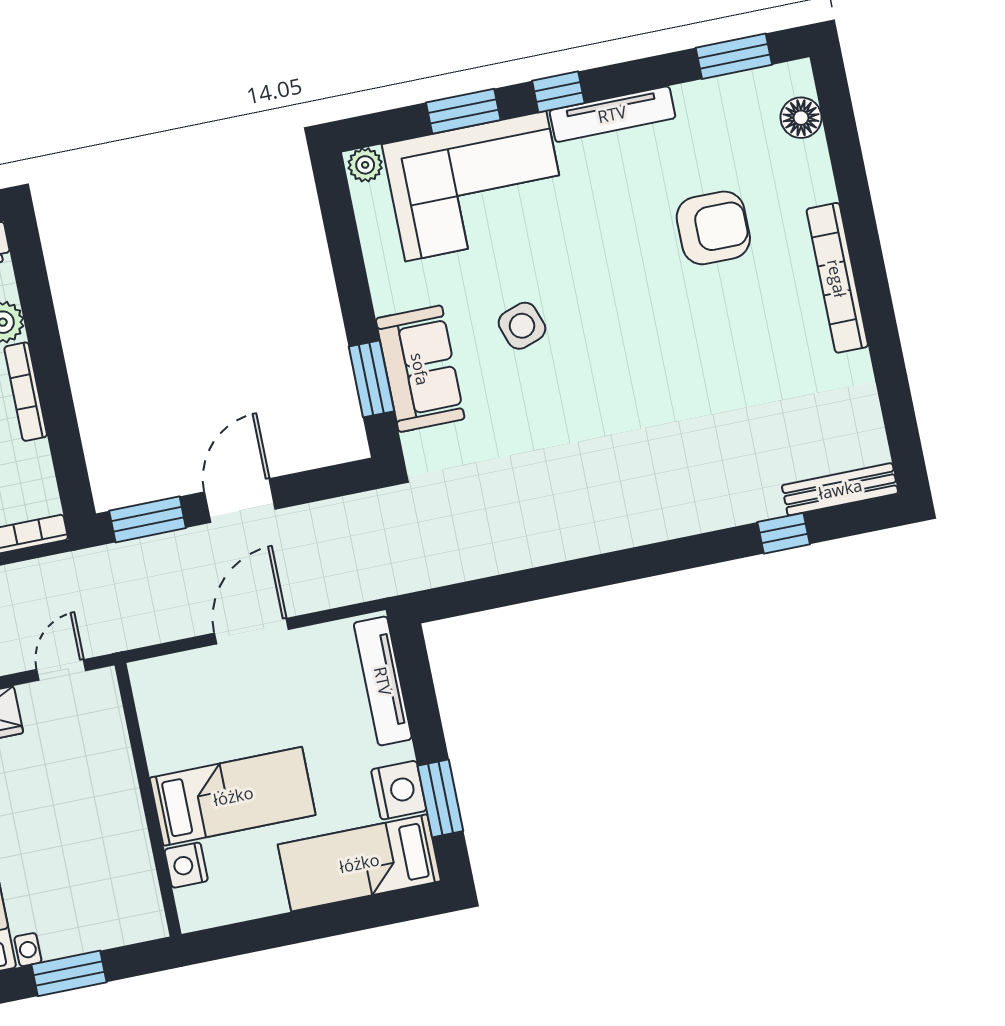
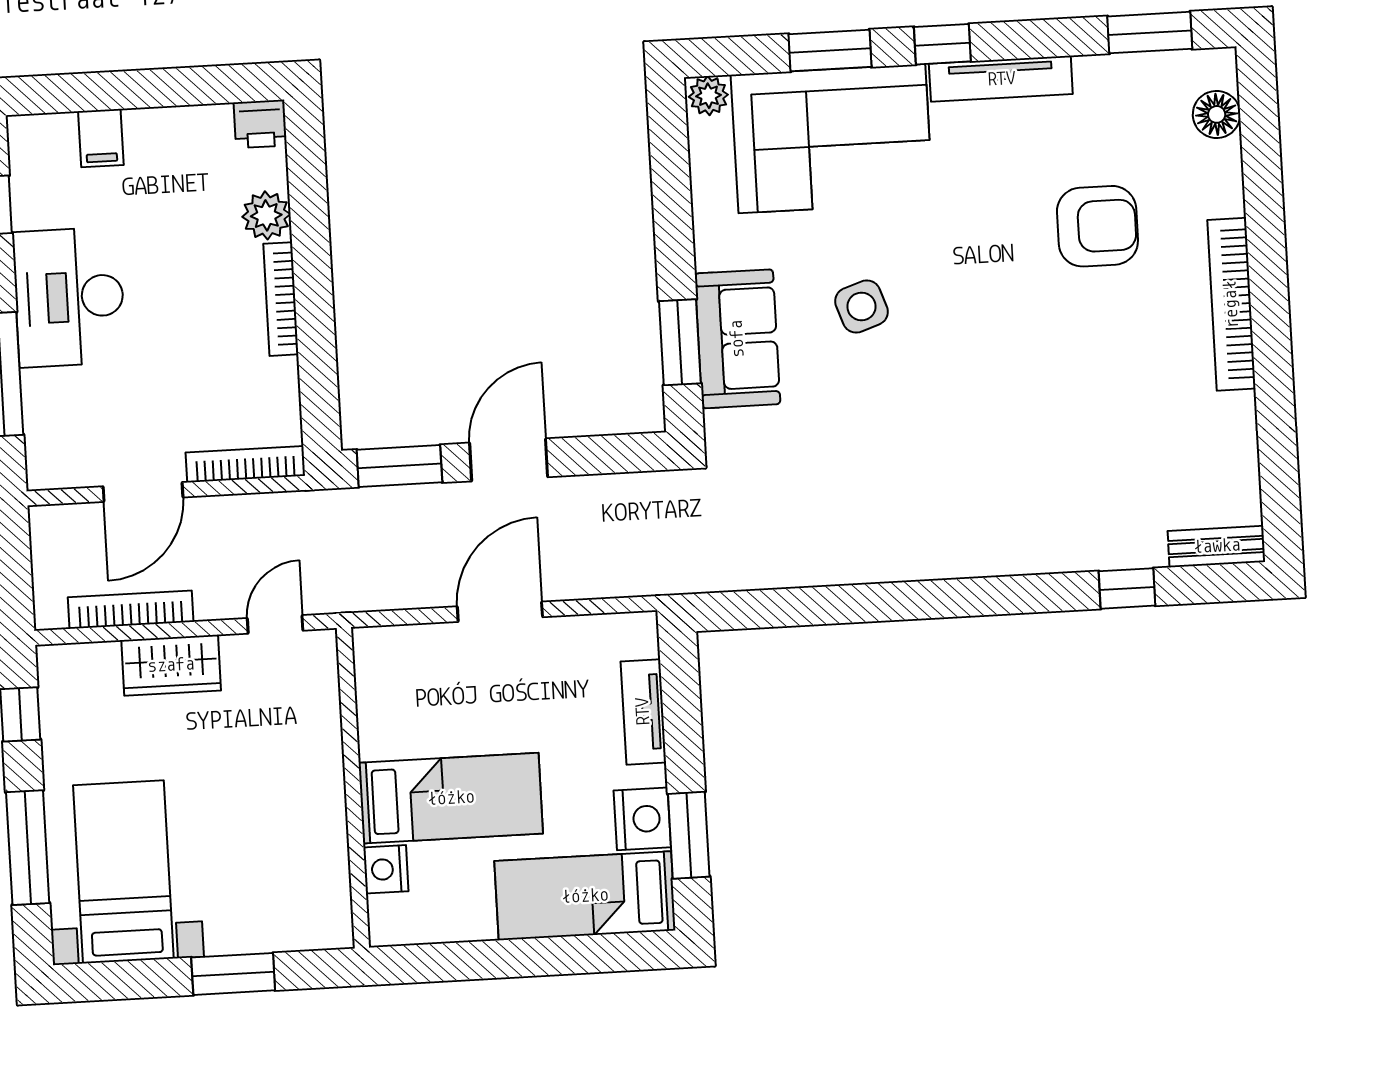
bench: (840, 489) -> (1217, 546), width x0.73
tv unit: (383, 681) -> (643, 712), width x0.71

